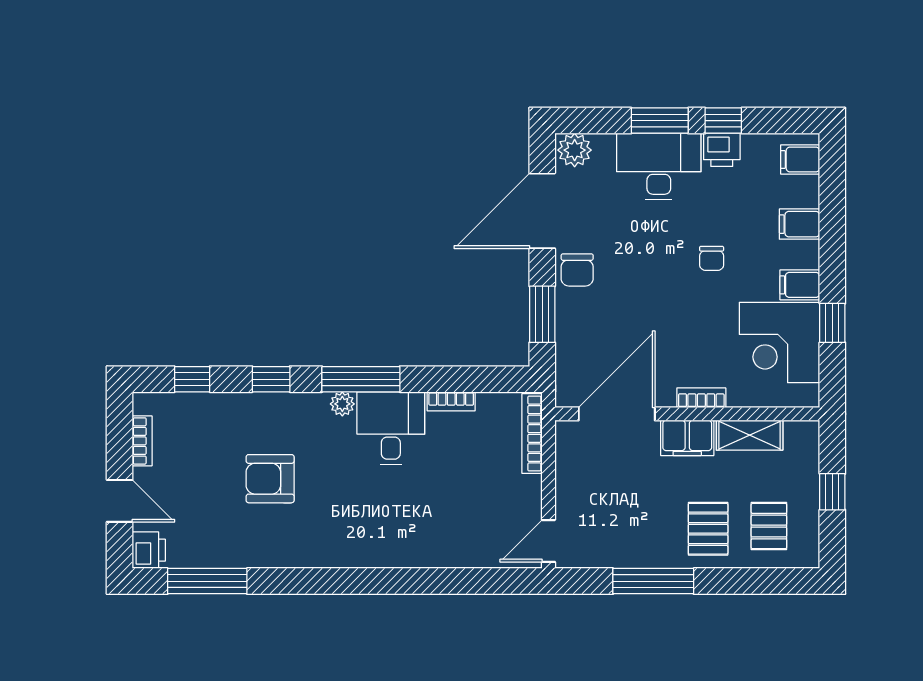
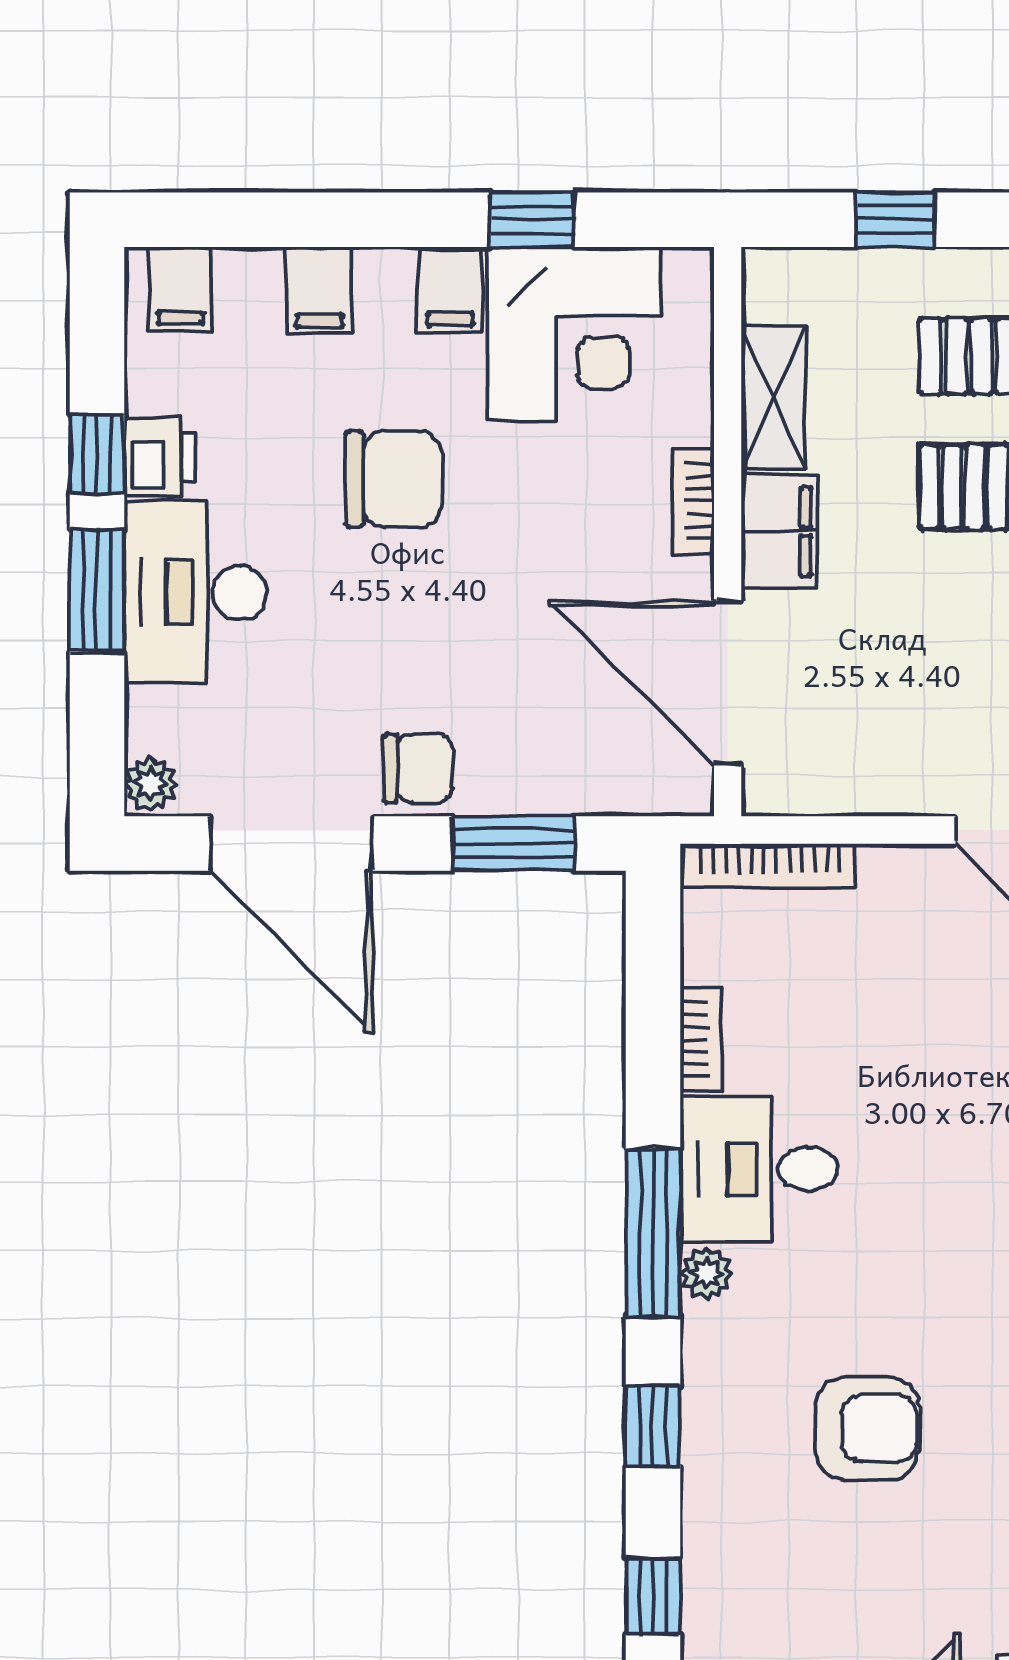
plant: (575, 150) -> (150, 784), width x0.73, depth x0.73
chair: (712, 258) -> (393, 479), width x1.87, depth x1.87
armchair: (270, 479) -> (867, 1429), turned -90

